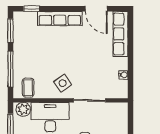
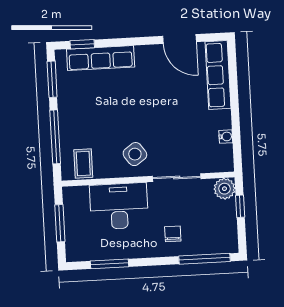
row of seats: (60, 19) -> (101, 58), moved
plant: (23, 109) -> (224, 189), moved
window: (130, 122) -> (240, 206), added

